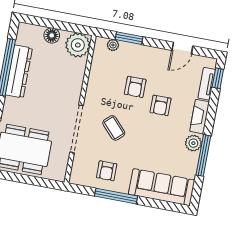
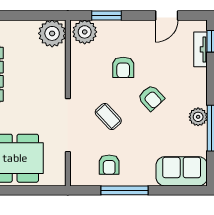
floor lamp: (52, 35) -> (22, 28), removed
plant: (113, 45) -> (85, 32), width x1.88, depth x1.88
armchair: (161, 105) -> (151, 98), moved, turned -43
fireplace: (200, 117) -> (199, 87), removed
sofa: (162, 187) -> (182, 171), width x0.73

